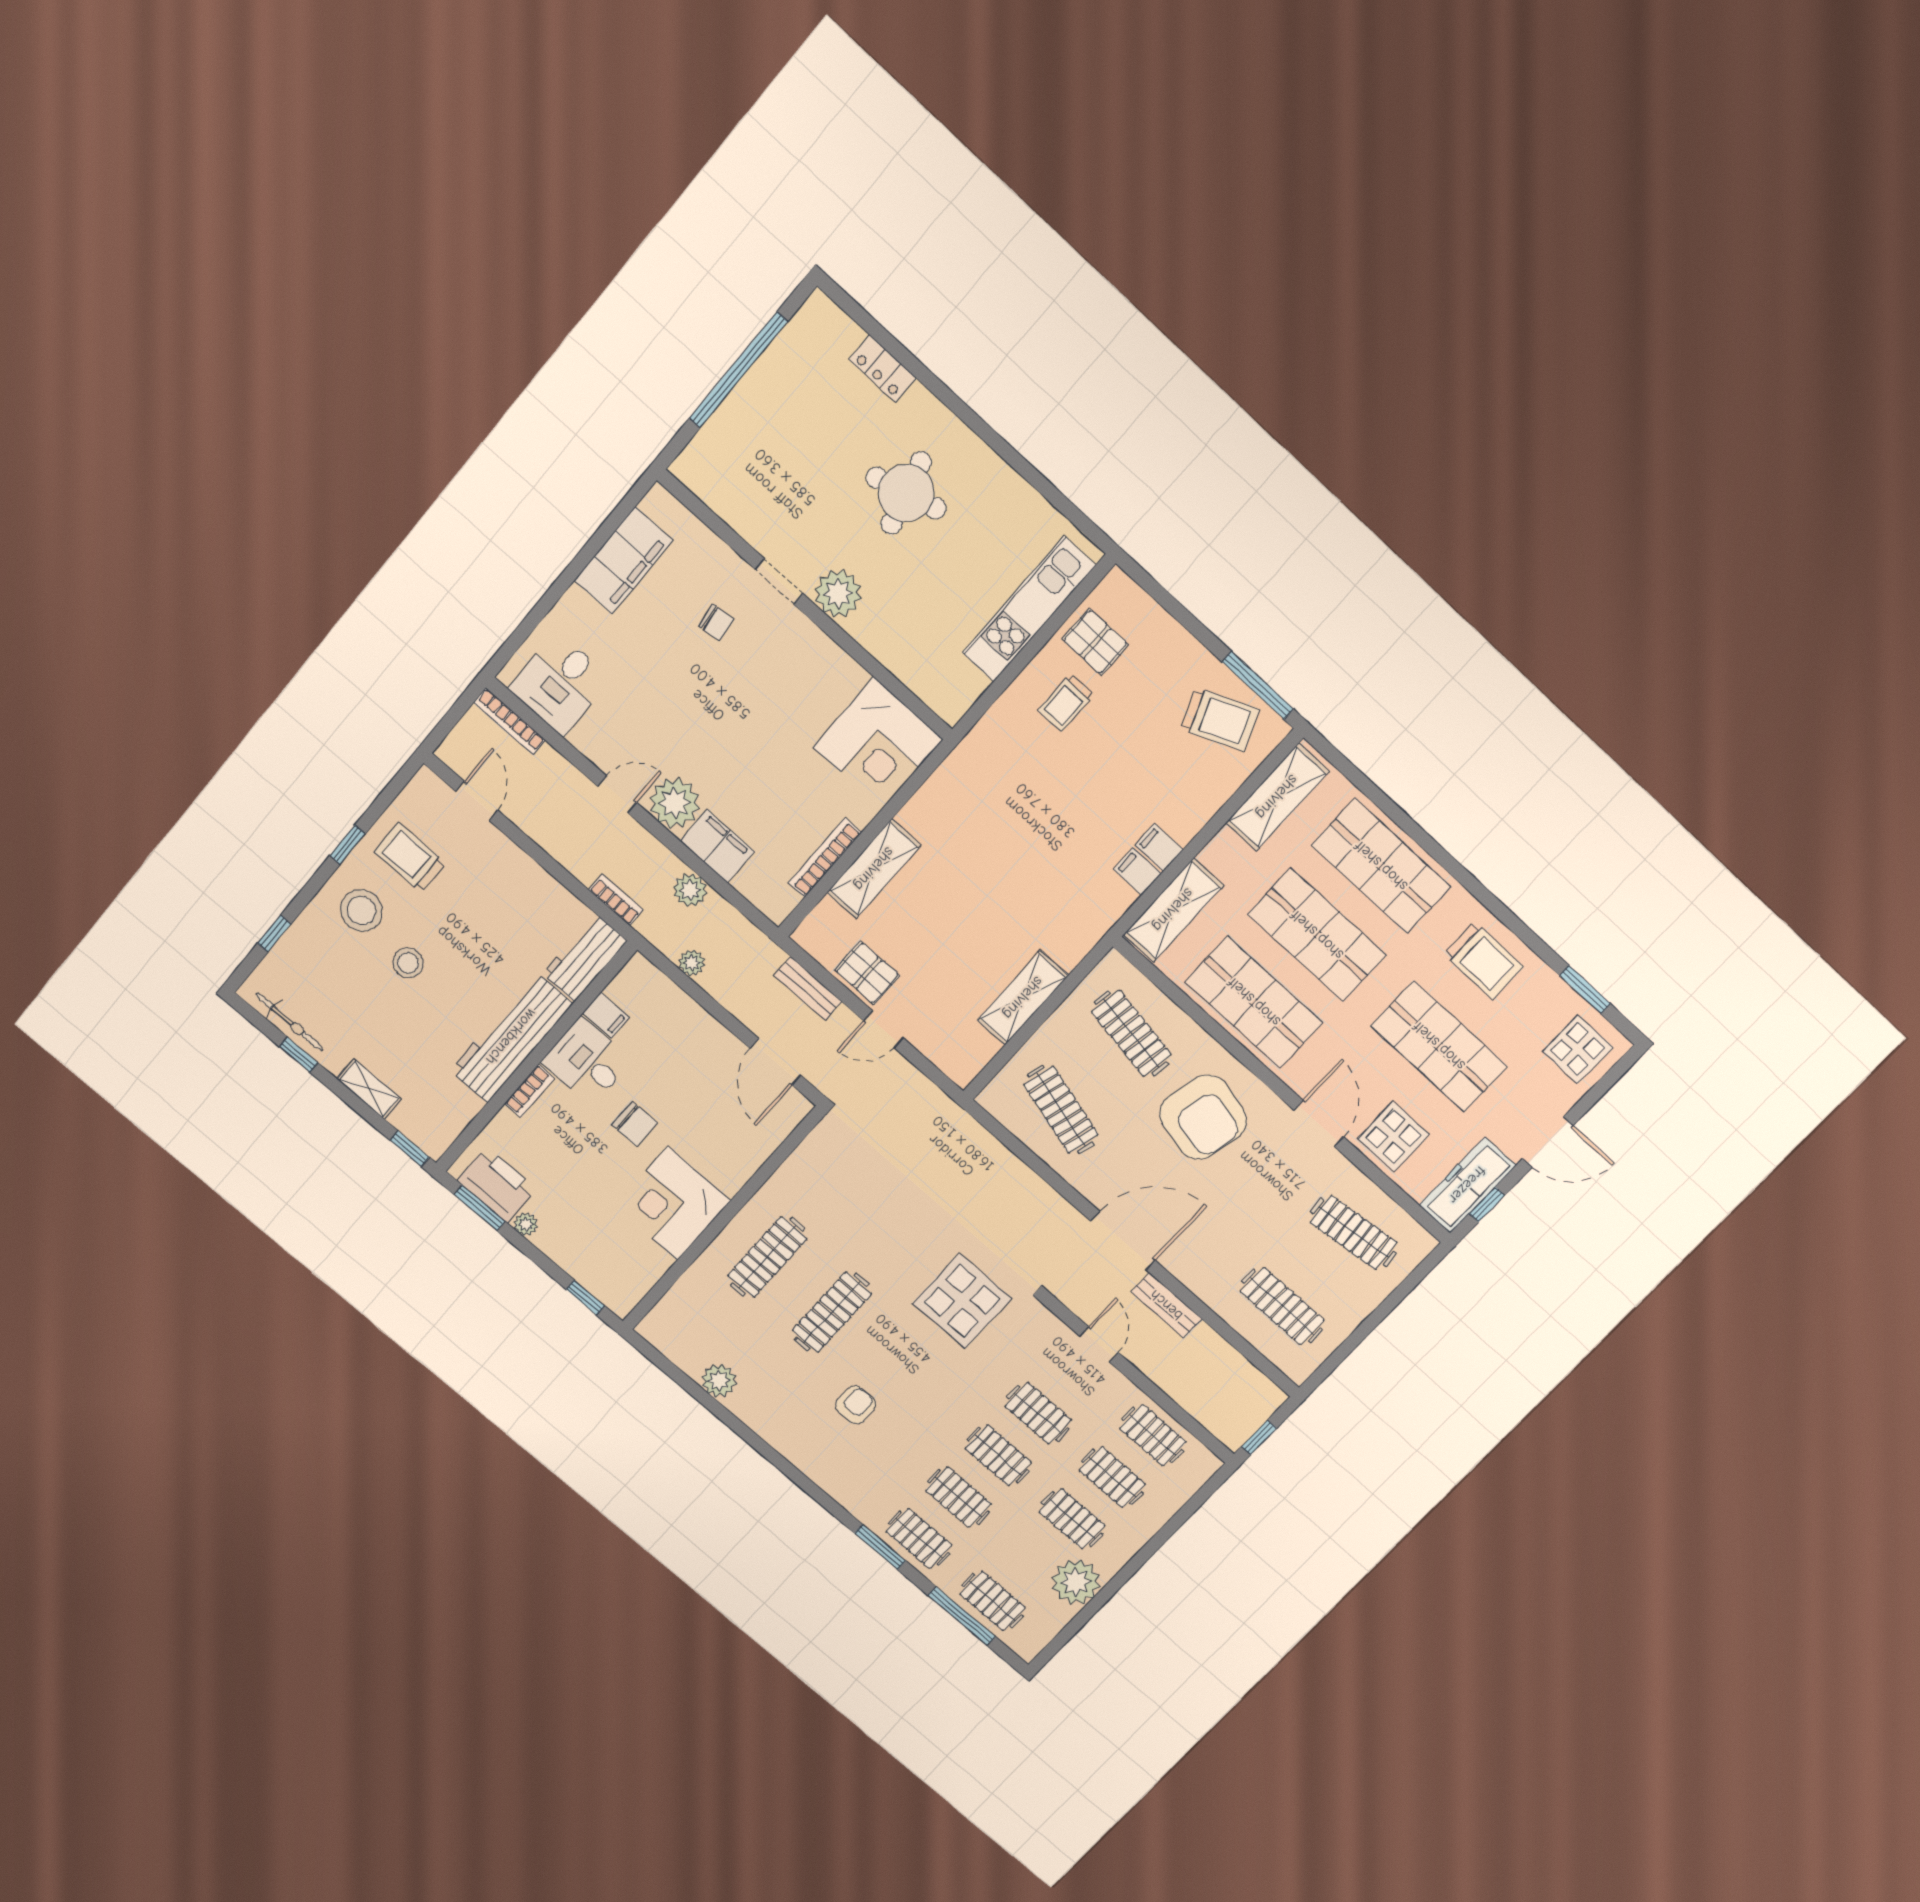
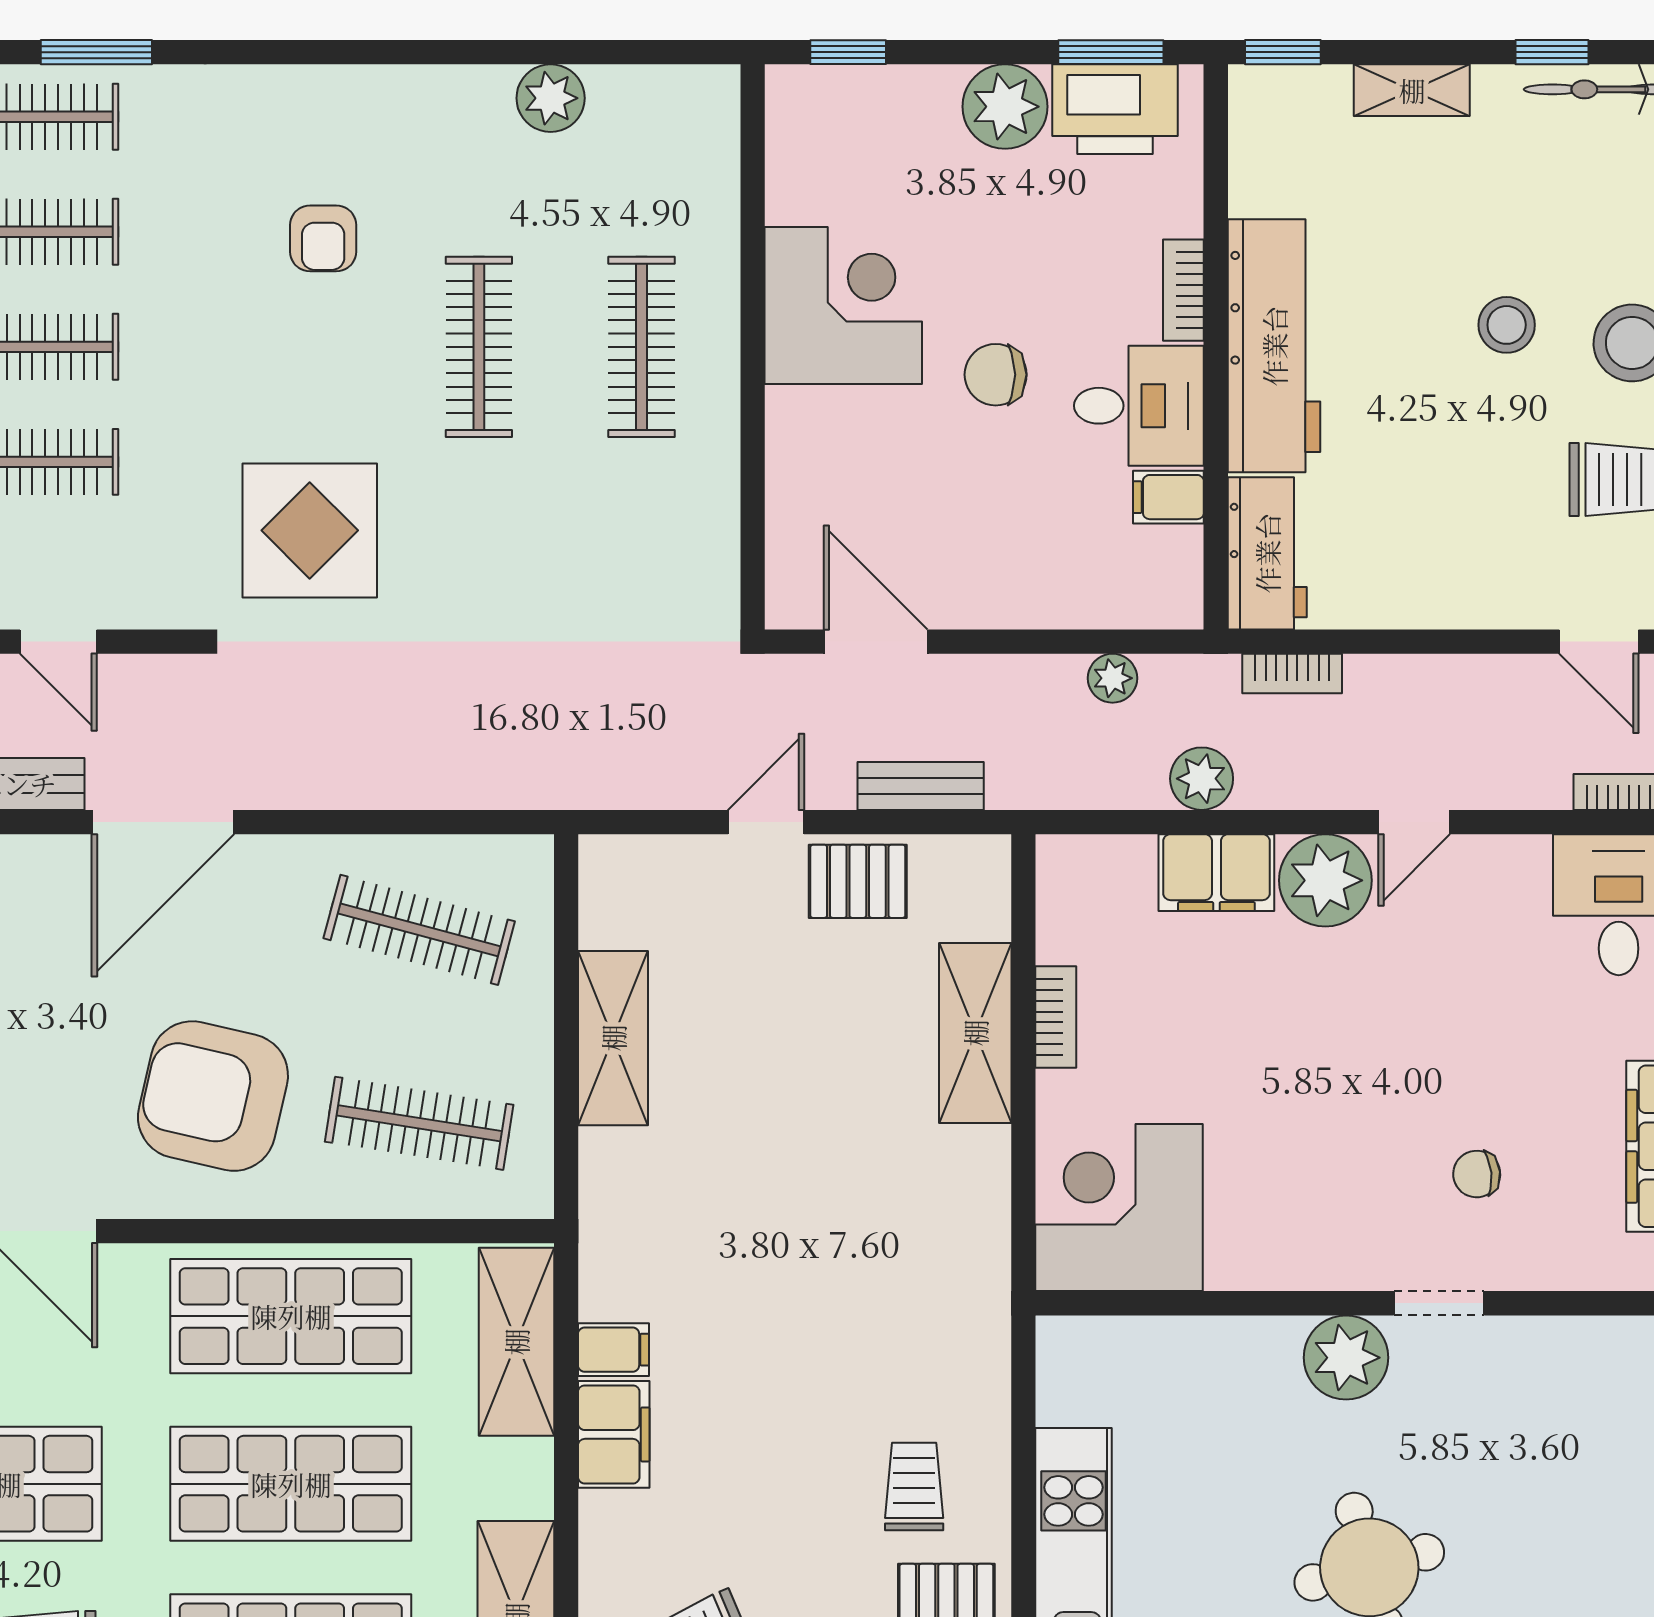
filing cabinet: (1159, 847) -> (614, 1434), width x2.00
bookcase: (825, 858) -> (1056, 1017), width x0.64
plant: (526, 1224) -> (1005, 107), width x1.88, depth x1.88

